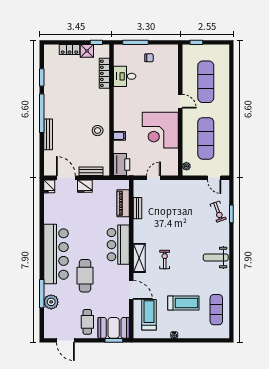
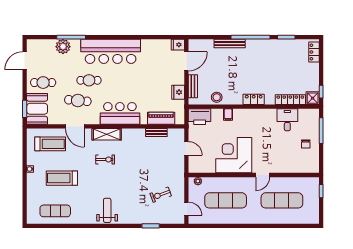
locker: (69, 50) -> (314, 52), moved
shower: (87, 51) -> (313, 98), moved
locker: (104, 110) -> (254, 99), added
stool: (98, 131) -> (217, 97), moved
door: (214, 178) -> (186, 209), swing flipped
fridge: (85, 186) -> (178, 92), moved
exercise bike: (218, 212) -> (161, 195), moved
cafe table: (85, 276) -> (89, 80), width x0.73, depth x0.74
cafe table: (105, 287) -> (78, 101), added
door: (131, 290) -> (75, 126), hinge flipped
treadmill: (183, 303) -> (62, 178), turned 90

